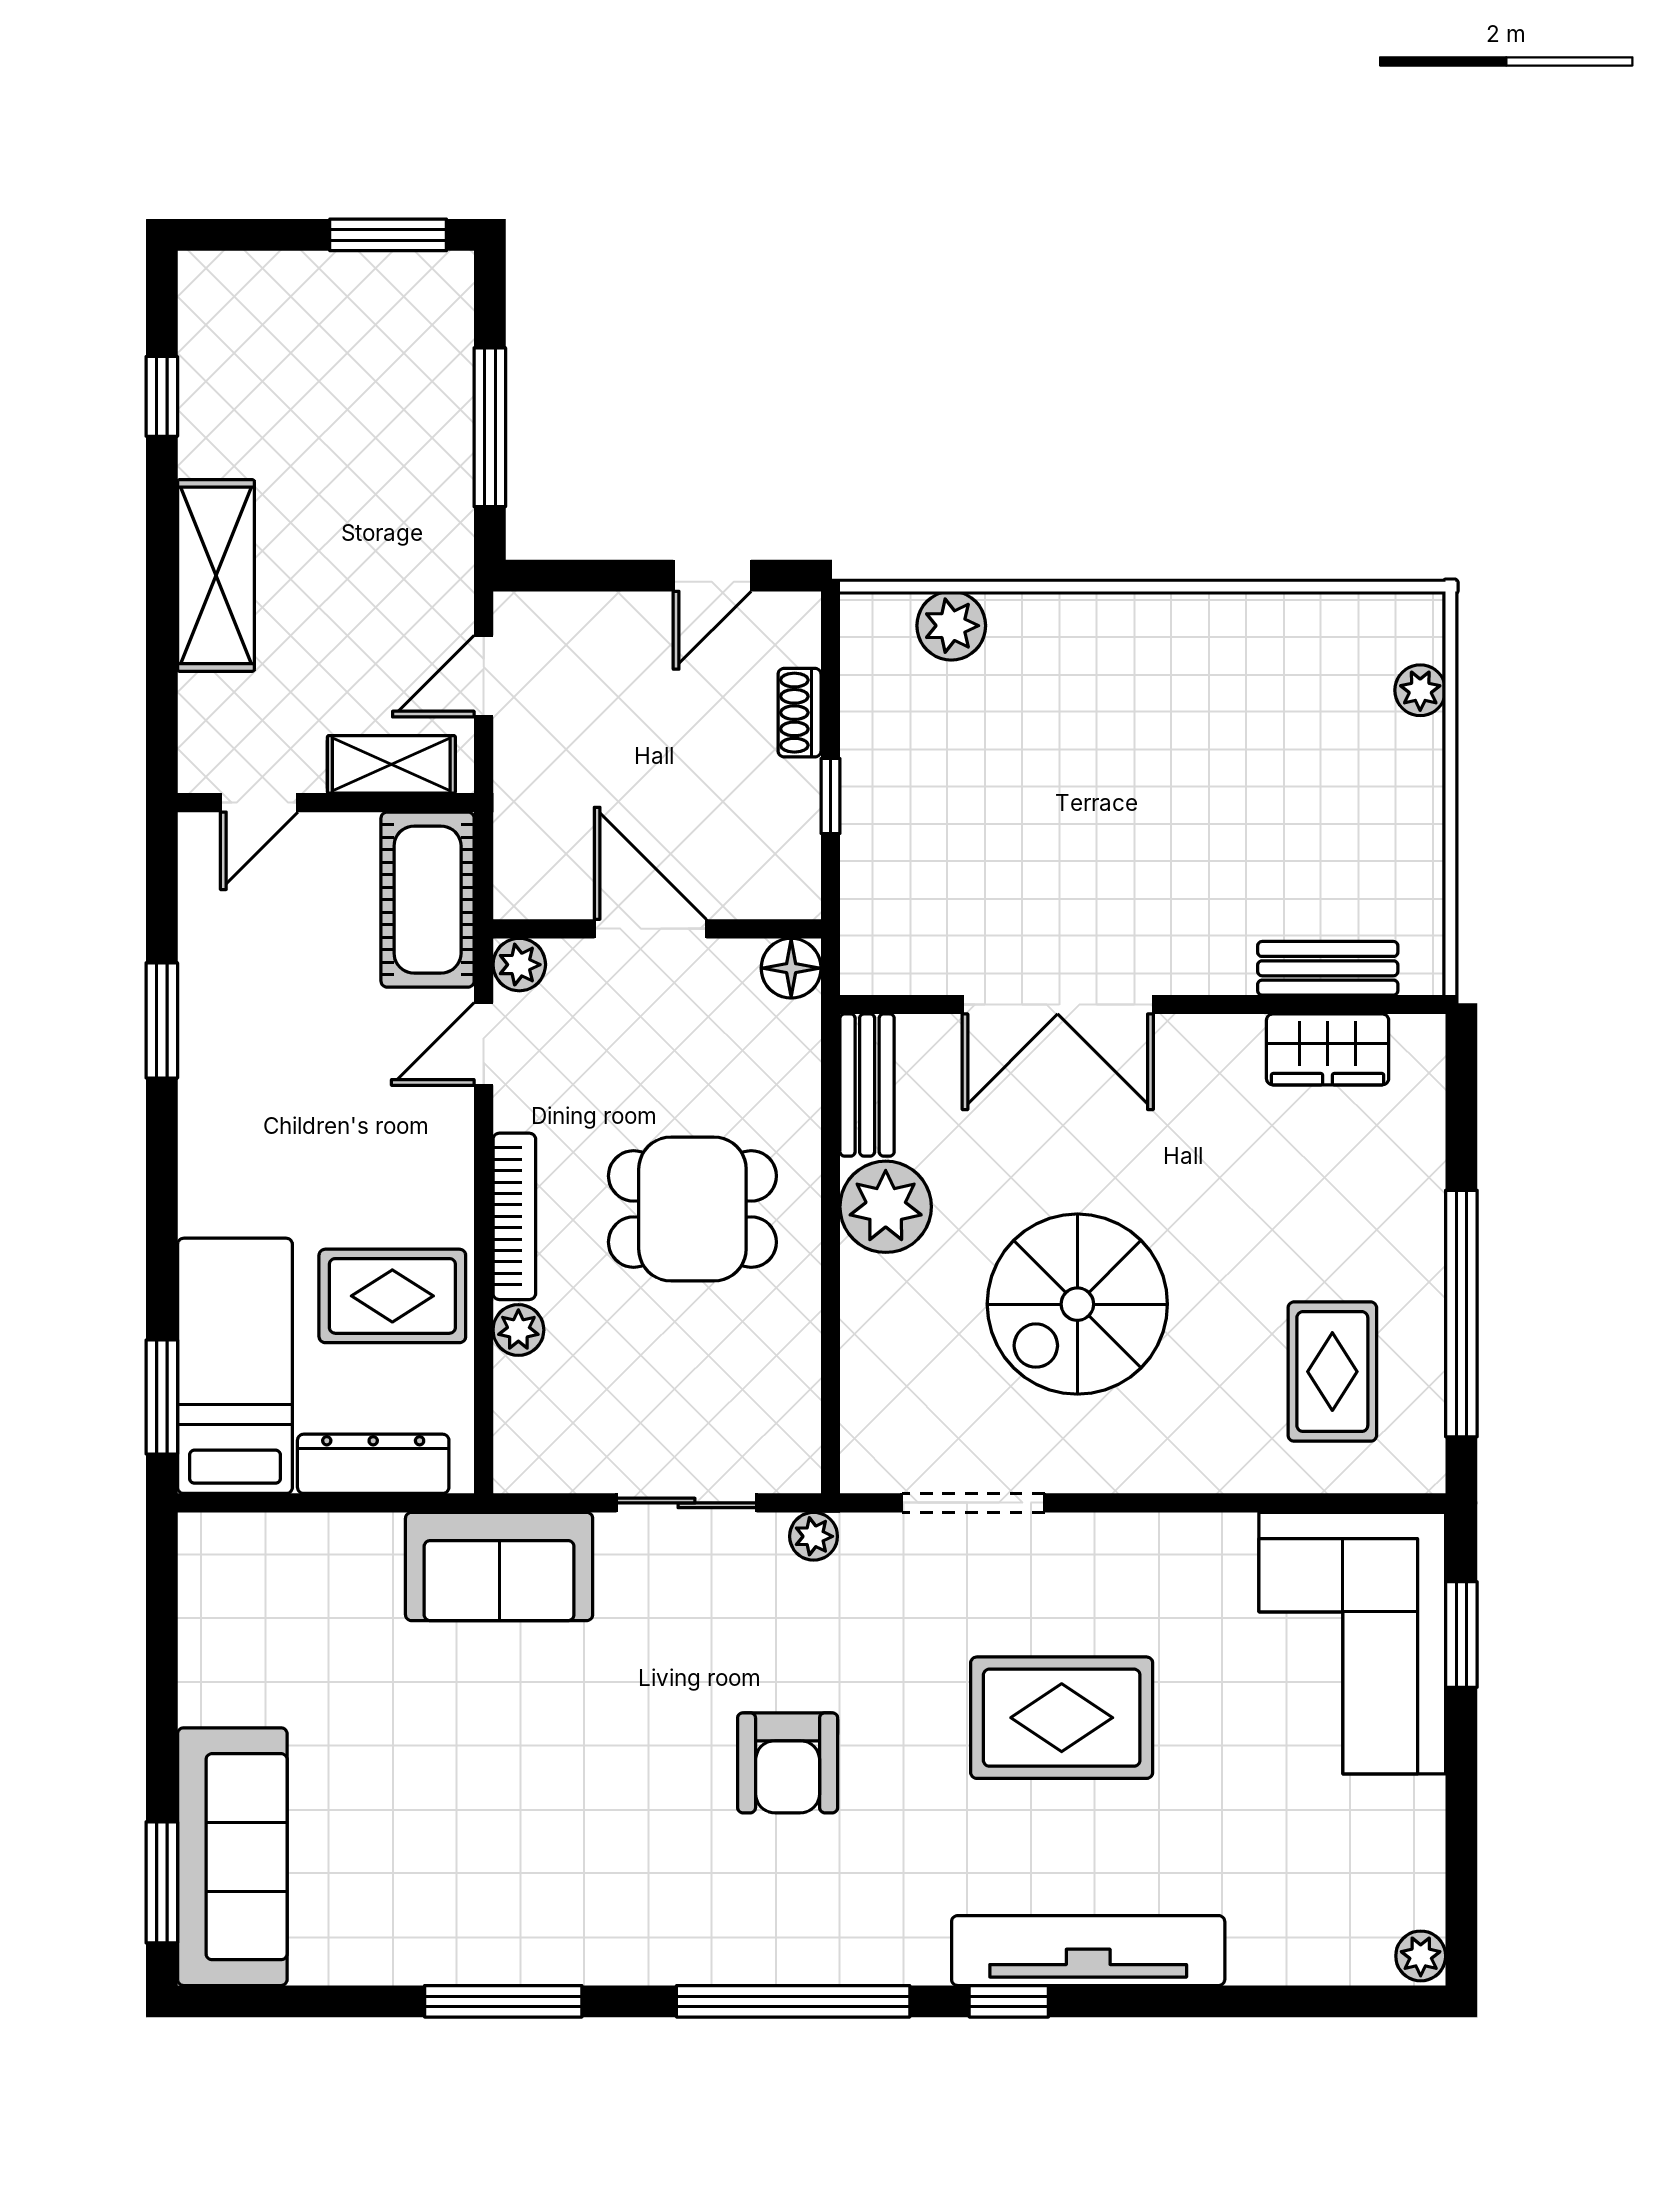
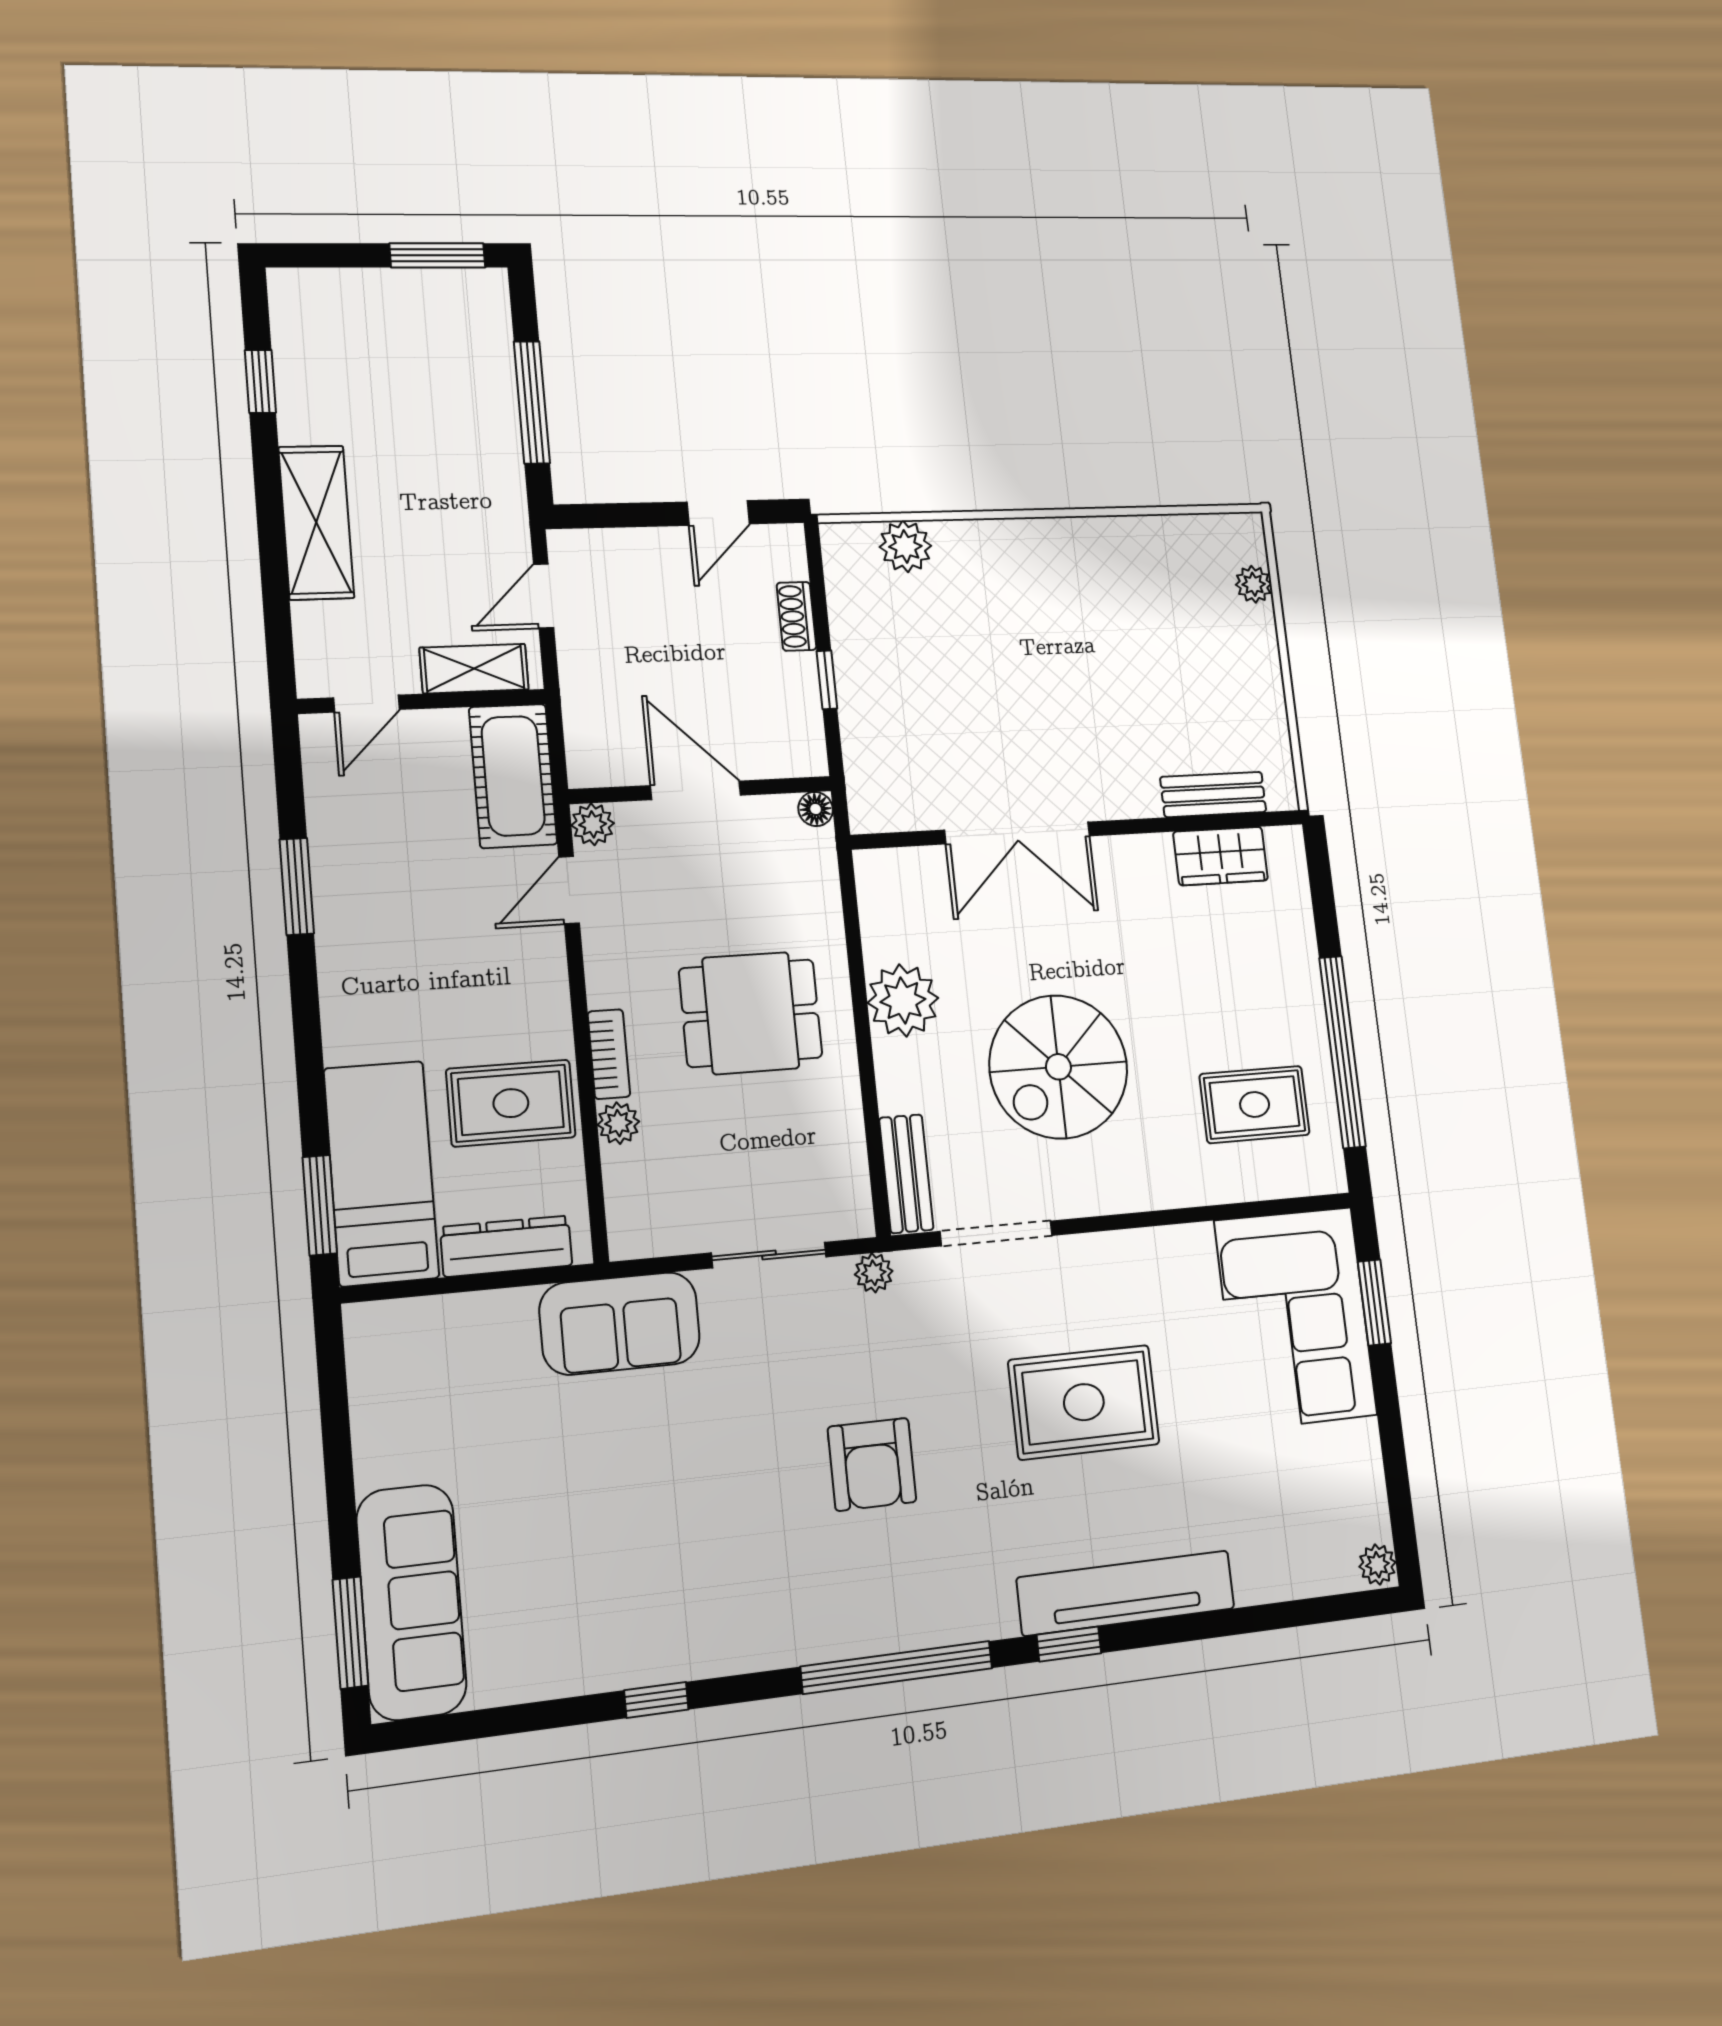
floor lamp: (791, 968) -> (816, 809), width x0.73, depth x0.73
bench: (867, 1085) -> (906, 1174), moved
bookcase: (514, 1216) -> (609, 1054), width x0.64
rug: (1332, 1372) -> (1255, 1104), turned 90
window: (503, 2001) -> (656, 1700), width x0.46

